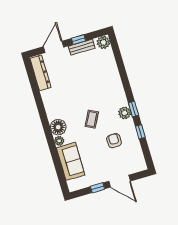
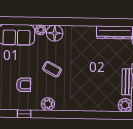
window: (134, 109) -> (49, 114), removed

